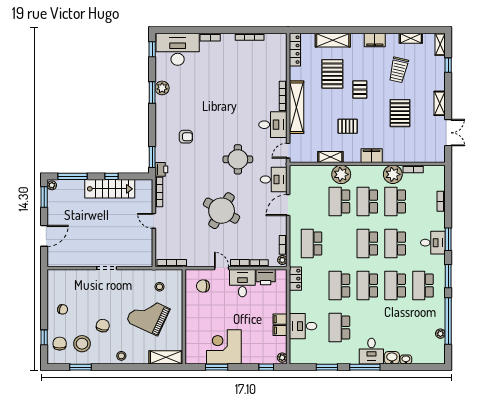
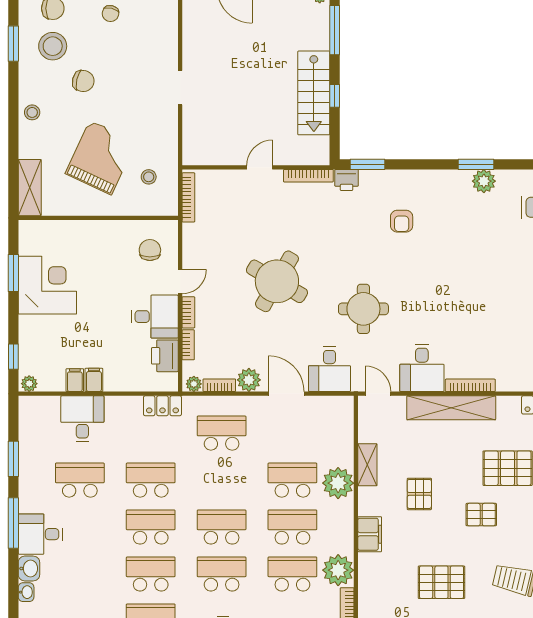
plant: (280, 227) -> (249, 380), added

